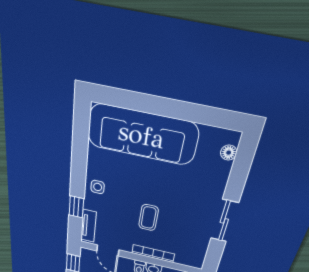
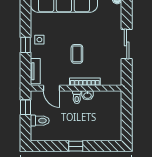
window: (76, 207) -> (26, 45), moved

